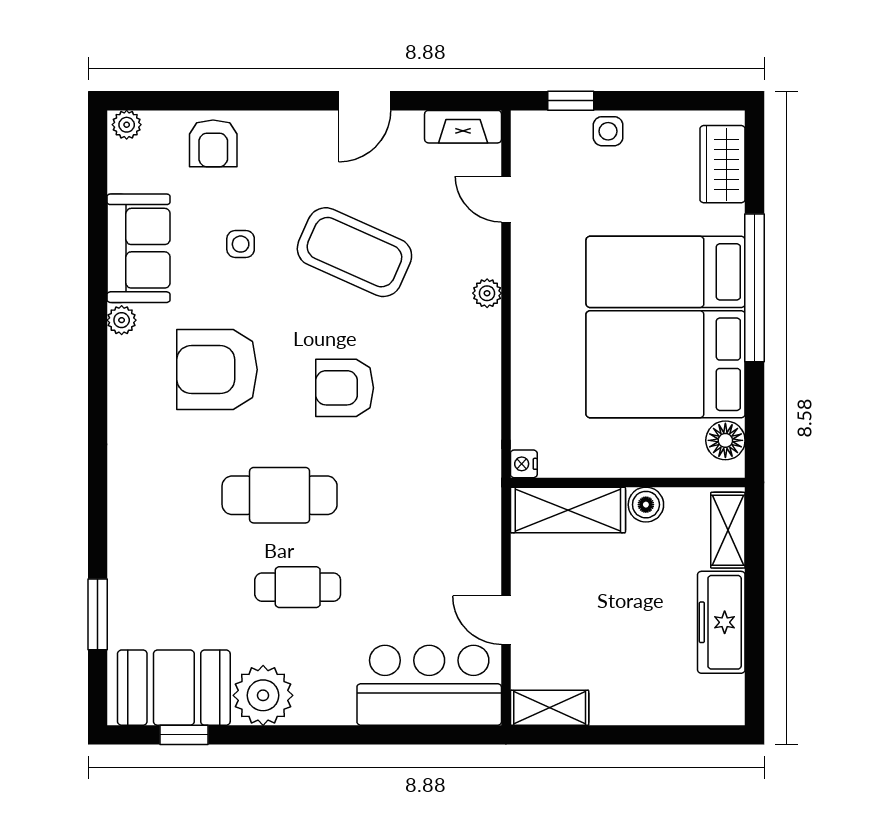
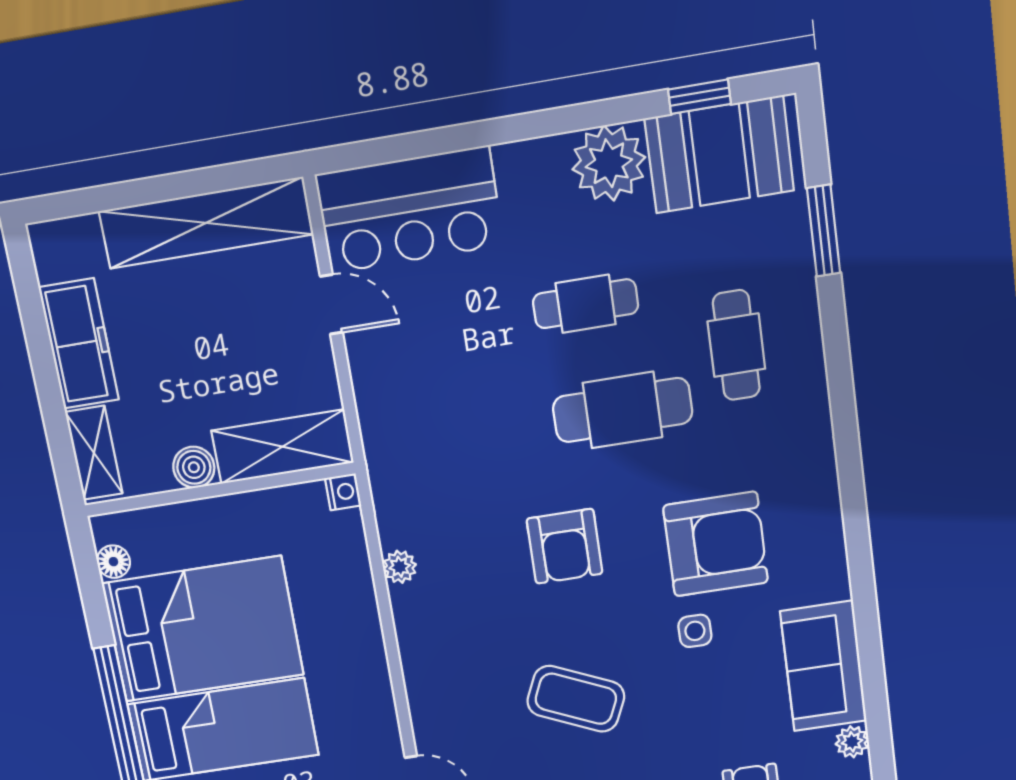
side table: (241, 244) -> (695, 631), moved
coffee table: (354, 252) -> (576, 699), width x0.73, depth x0.76
plant: (487, 293) -> (400, 567), moved
plant: (122, 320) -> (852, 742), moved
armchair: (345, 388) -> (564, 546), turned 90
floor lamp: (725, 440) -> (113, 562), width x0.73, depth x0.73
cafe table: (179, 534) -> (736, 345), added
shelving: (550, 708) -> (206, 223), width x2.20, depth x1.33

